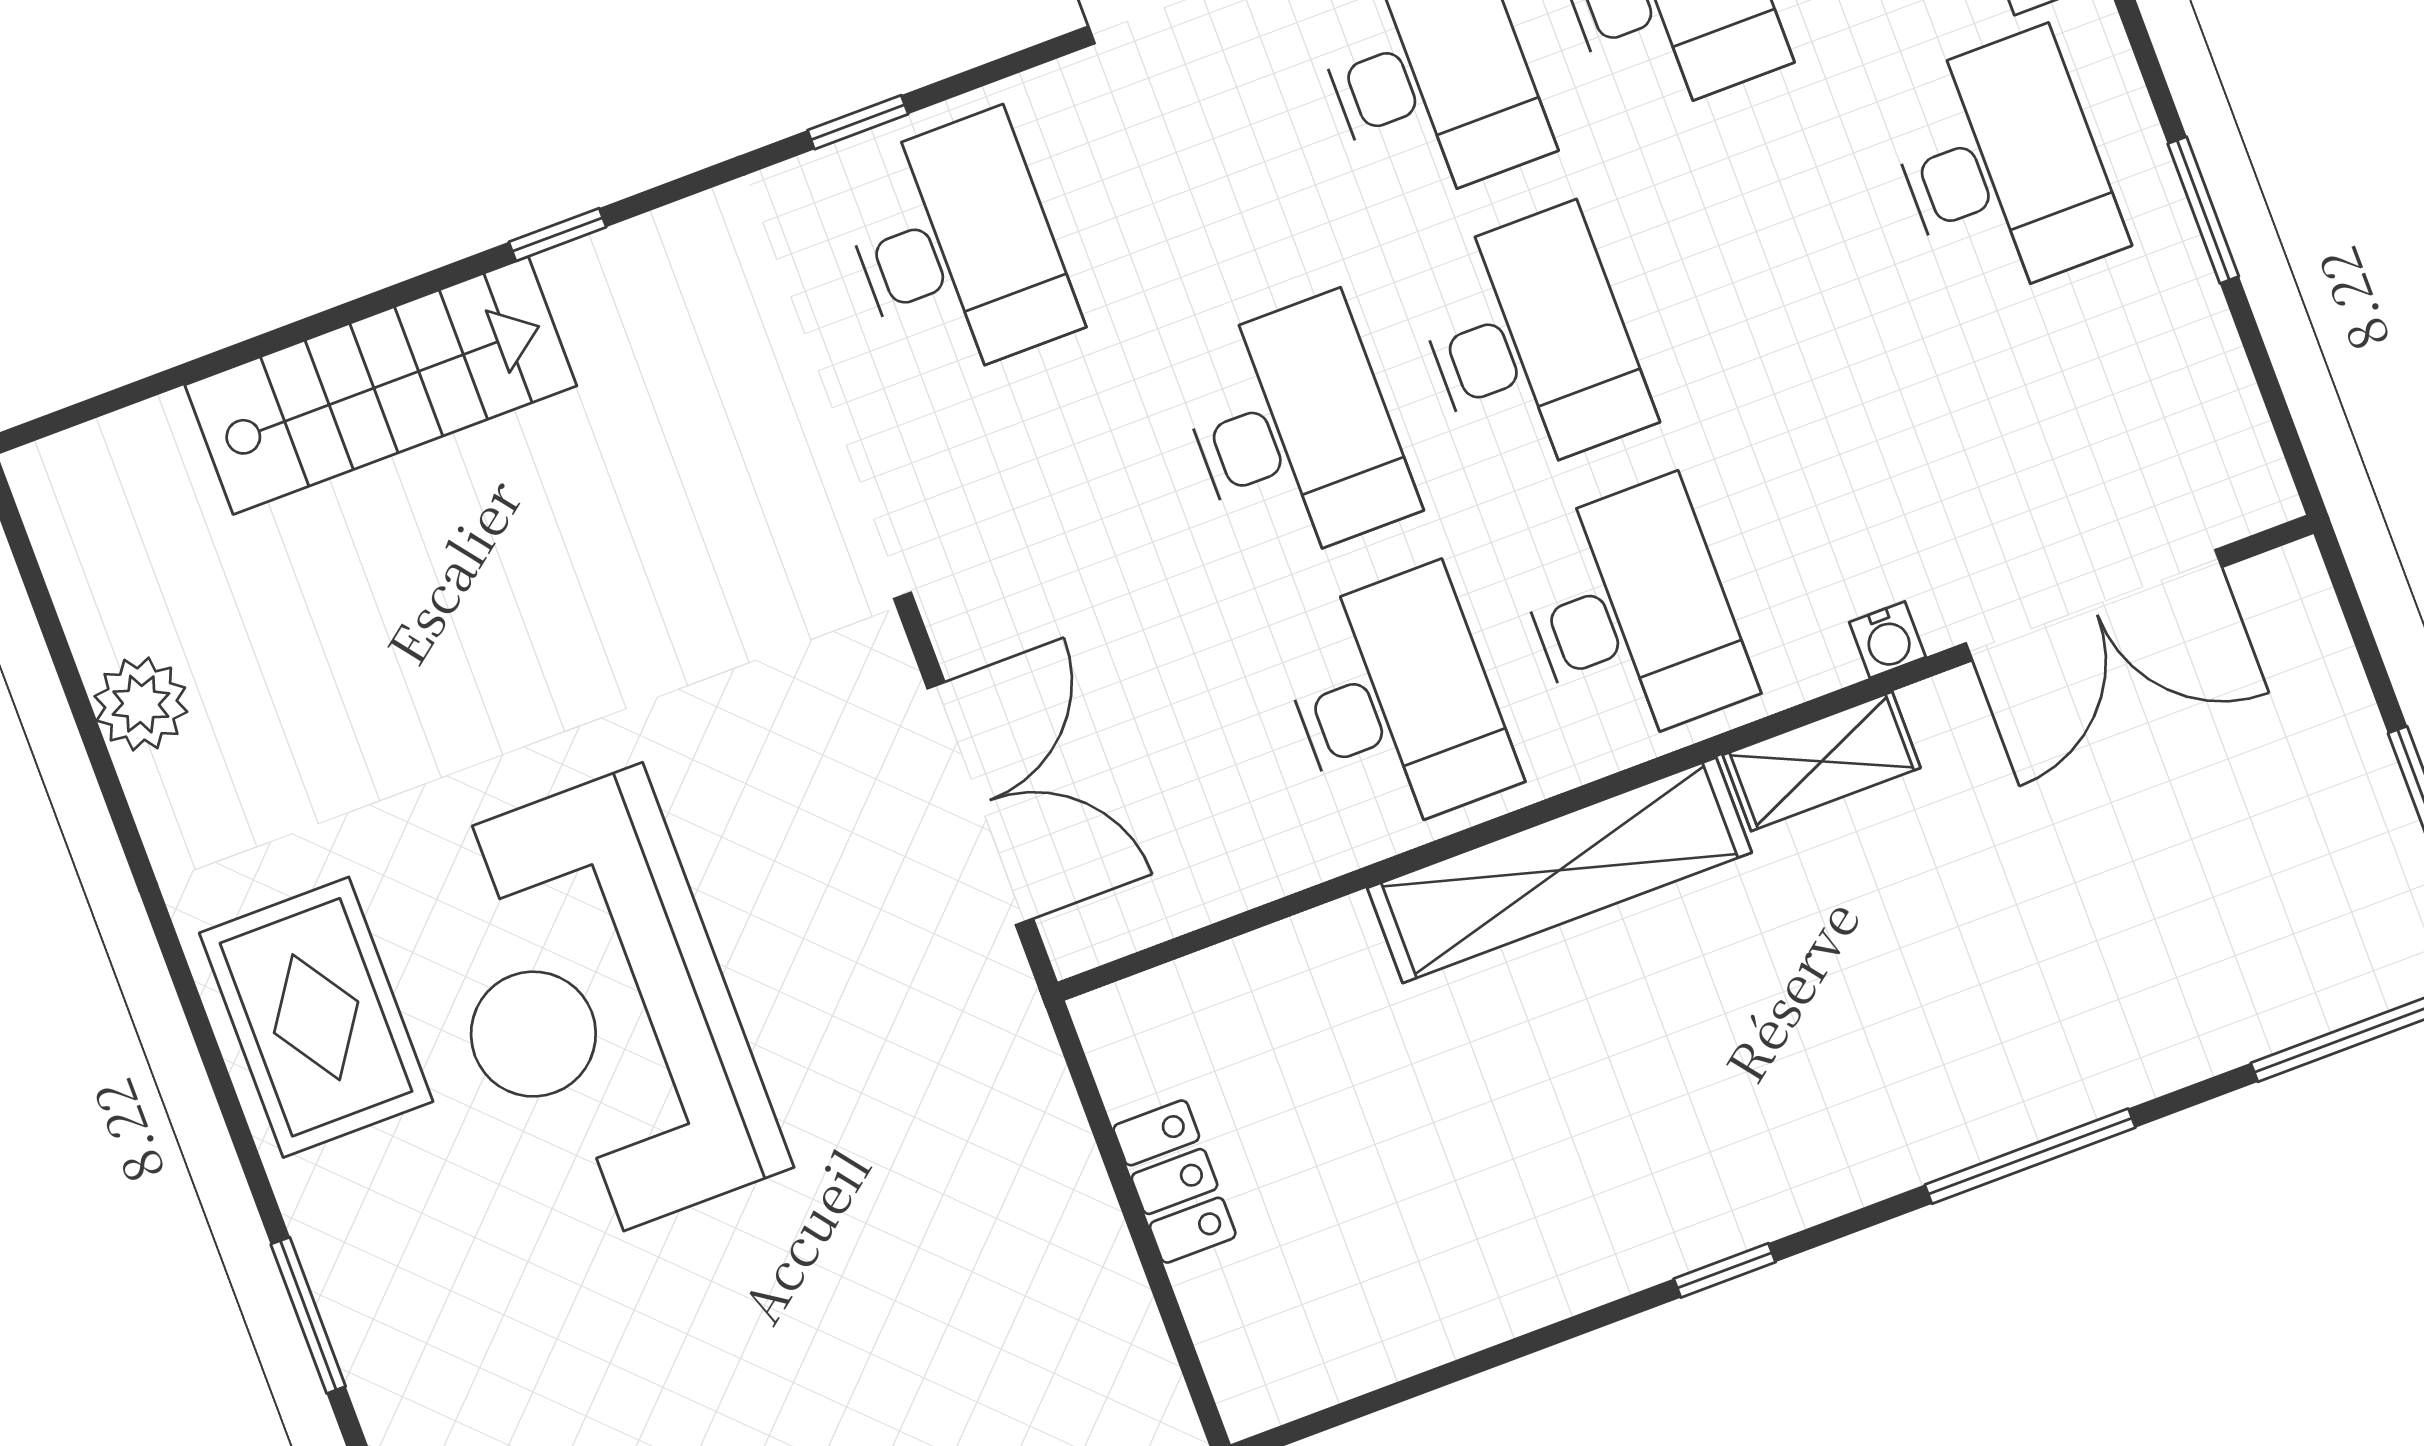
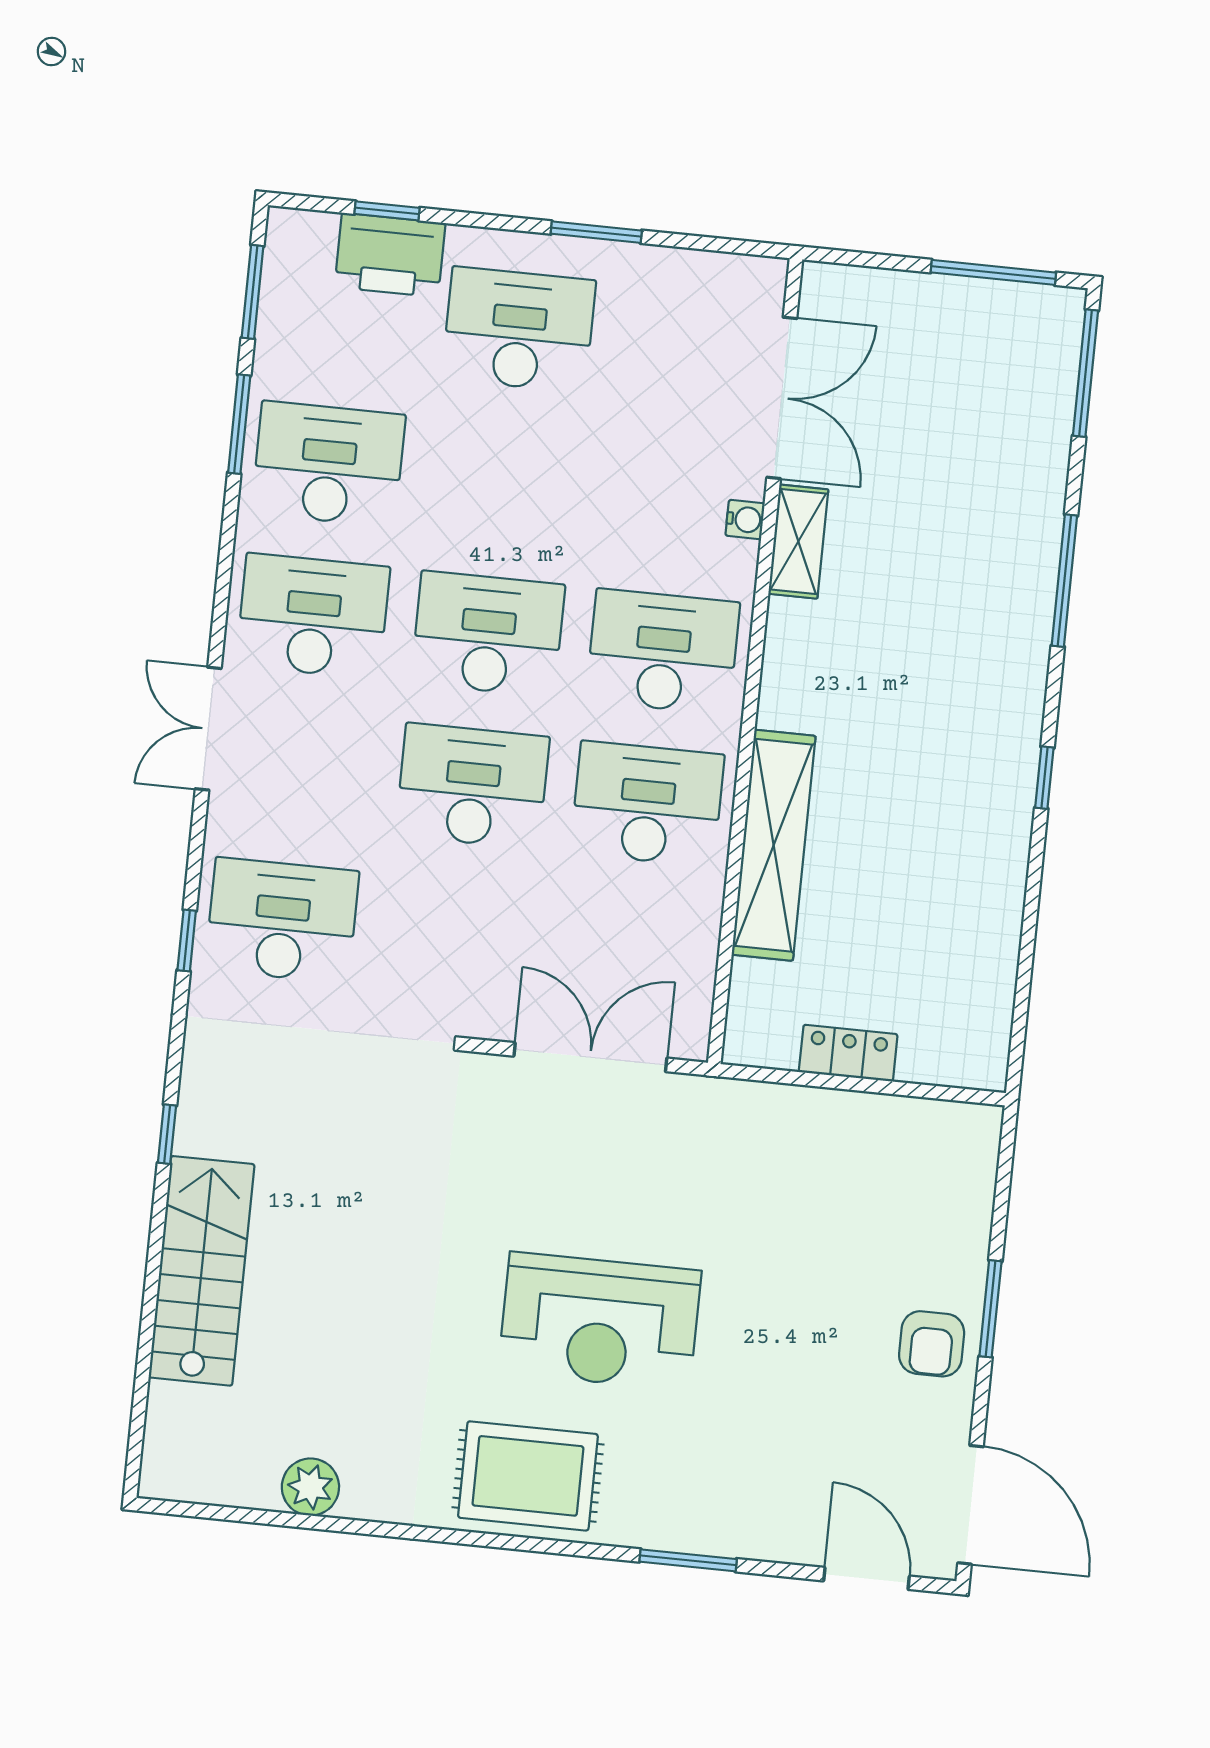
shelving: (1822, 761) -> (798, 542), moved
shelving: (1559, 870) -> (774, 845), moved
reception desk: (597, 1010) -> (600, 1321), width x0.74, depth x0.77

